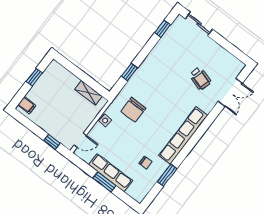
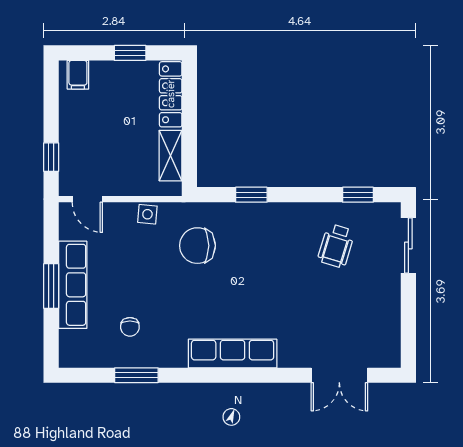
locker: (64, 74) -> (171, 94), added
wheelchair: (200, 79) -> (336, 246), moved
row of seats: (183, 136) -> (233, 353), width x0.73

